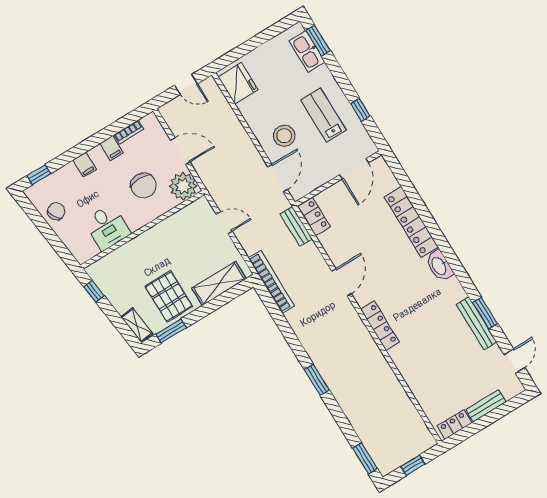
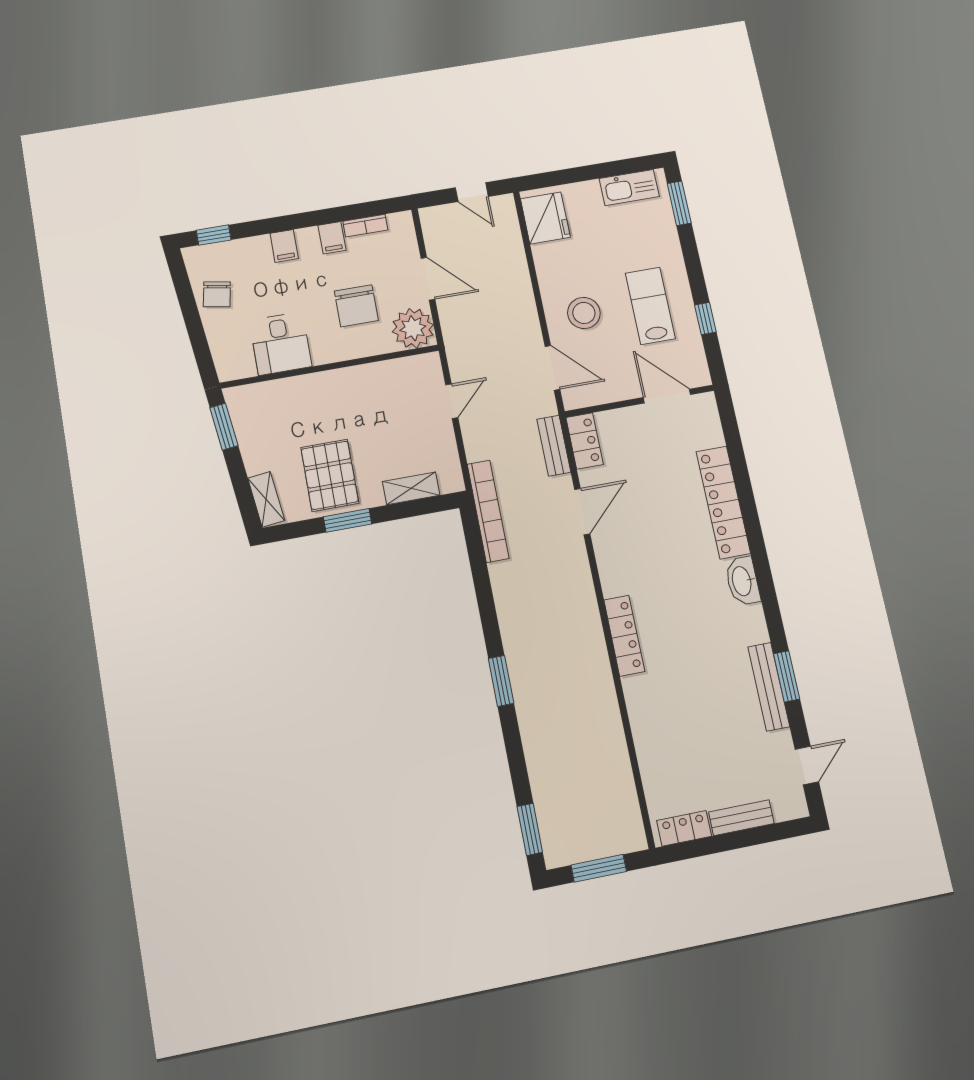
kitchen sink: (307, 51) -> (629, 188), moved, turned -90
door: (354, 169) -> (667, 396), swing flipped
door: (278, 178) -> (552, 368), hinge flipped
chair: (56, 211) -> (217, 294), turned 131
door: (224, 223) -> (452, 401), hinge flipped
door: (341, 282) -> (582, 512), moved
shelving: (219, 283) -> (411, 488), width x0.67, depth x0.75
window: (94, 291) -> (224, 427), width x1.50
window: (171, 331) -> (348, 520), moved
window: (413, 465) -> (599, 868), width x1.50

